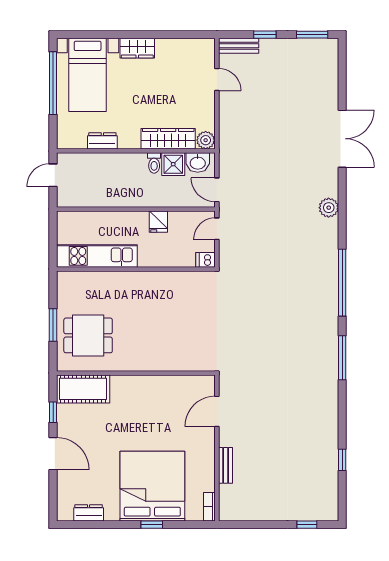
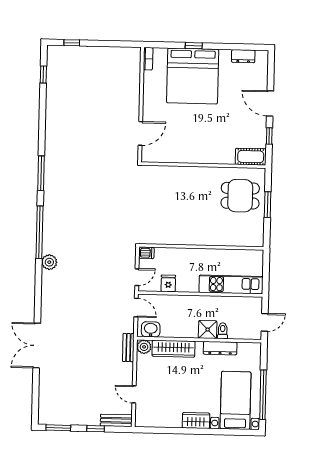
dresser: (102, 141) -> (220, 348), width x1.44
toilet: (154, 163) -> (223, 331), moved
shower: (173, 164) -> (208, 330), moved
plant: (329, 208) -> (49, 262), moved
fridge: (158, 222) -> (168, 283), moved
kitchen unit: (97, 256) -> (231, 284), moved, turned 180
cot: (83, 389) -> (251, 157), width x0.73, depth x0.75
window: (342, 460) -> (43, 75), moved
bench: (226, 465) -> (128, 348), moved

